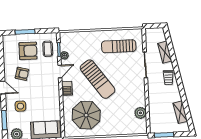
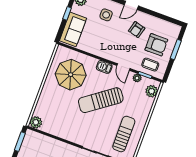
plant: (71, 38) -> (152, 91), added
armchair: (28, 51) -> (156, 45), turned -90
plant: (140, 113) -> (36, 122), moved

